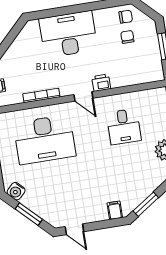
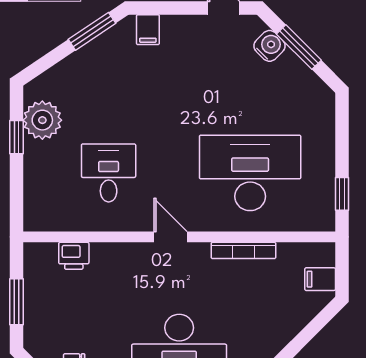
chair: (127, 37) -> (77, 328), removed
printer: (101, 83) -> (74, 256), moved
water cooler: (16, 191) -> (270, 46), moved

